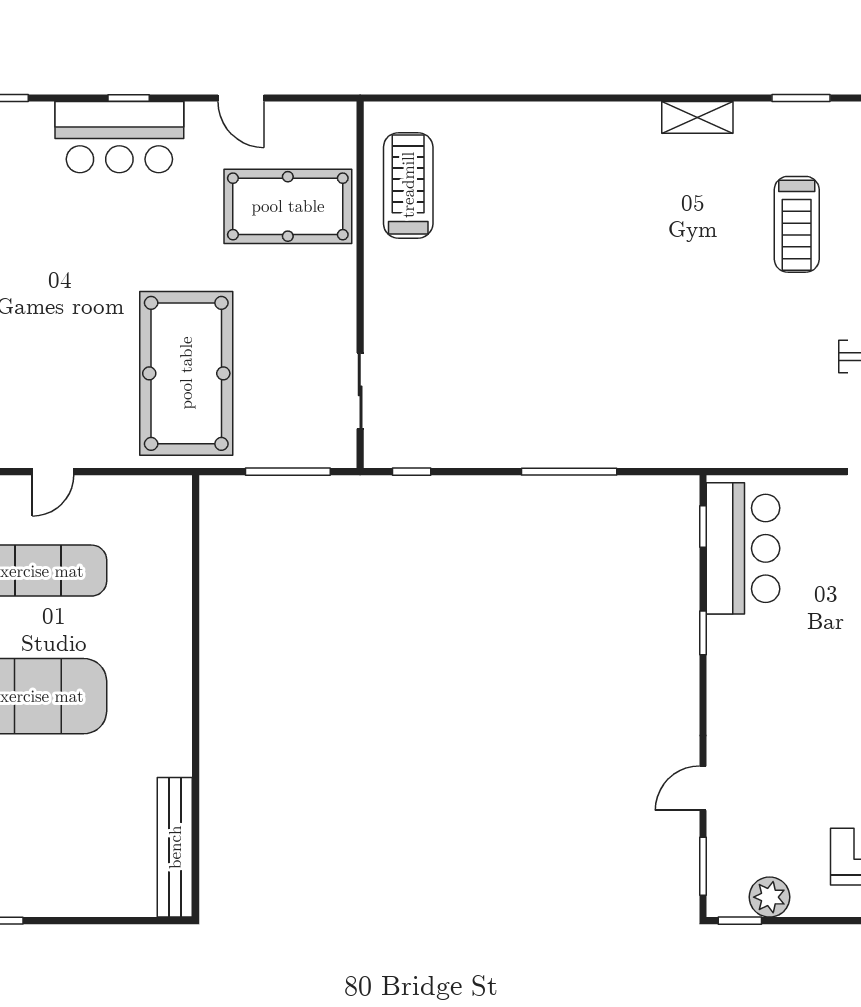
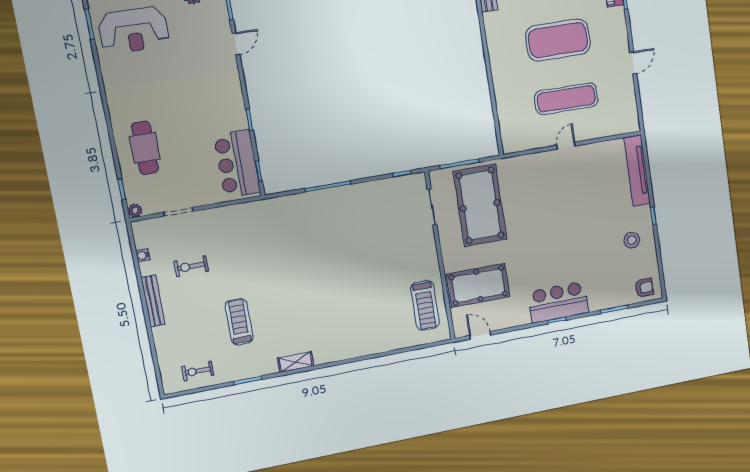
door: (241, 98) -> (480, 335), moved
pool table: (186, 373) -> (480, 205), moved

